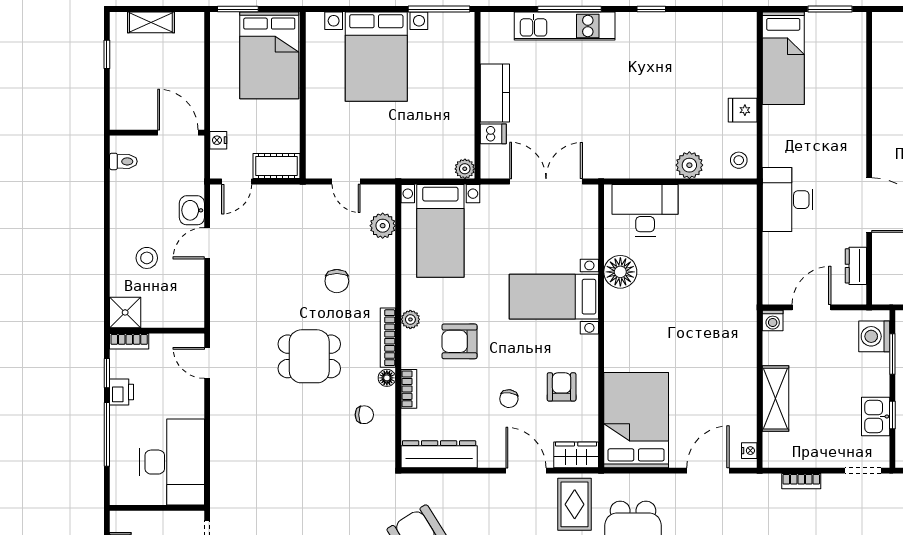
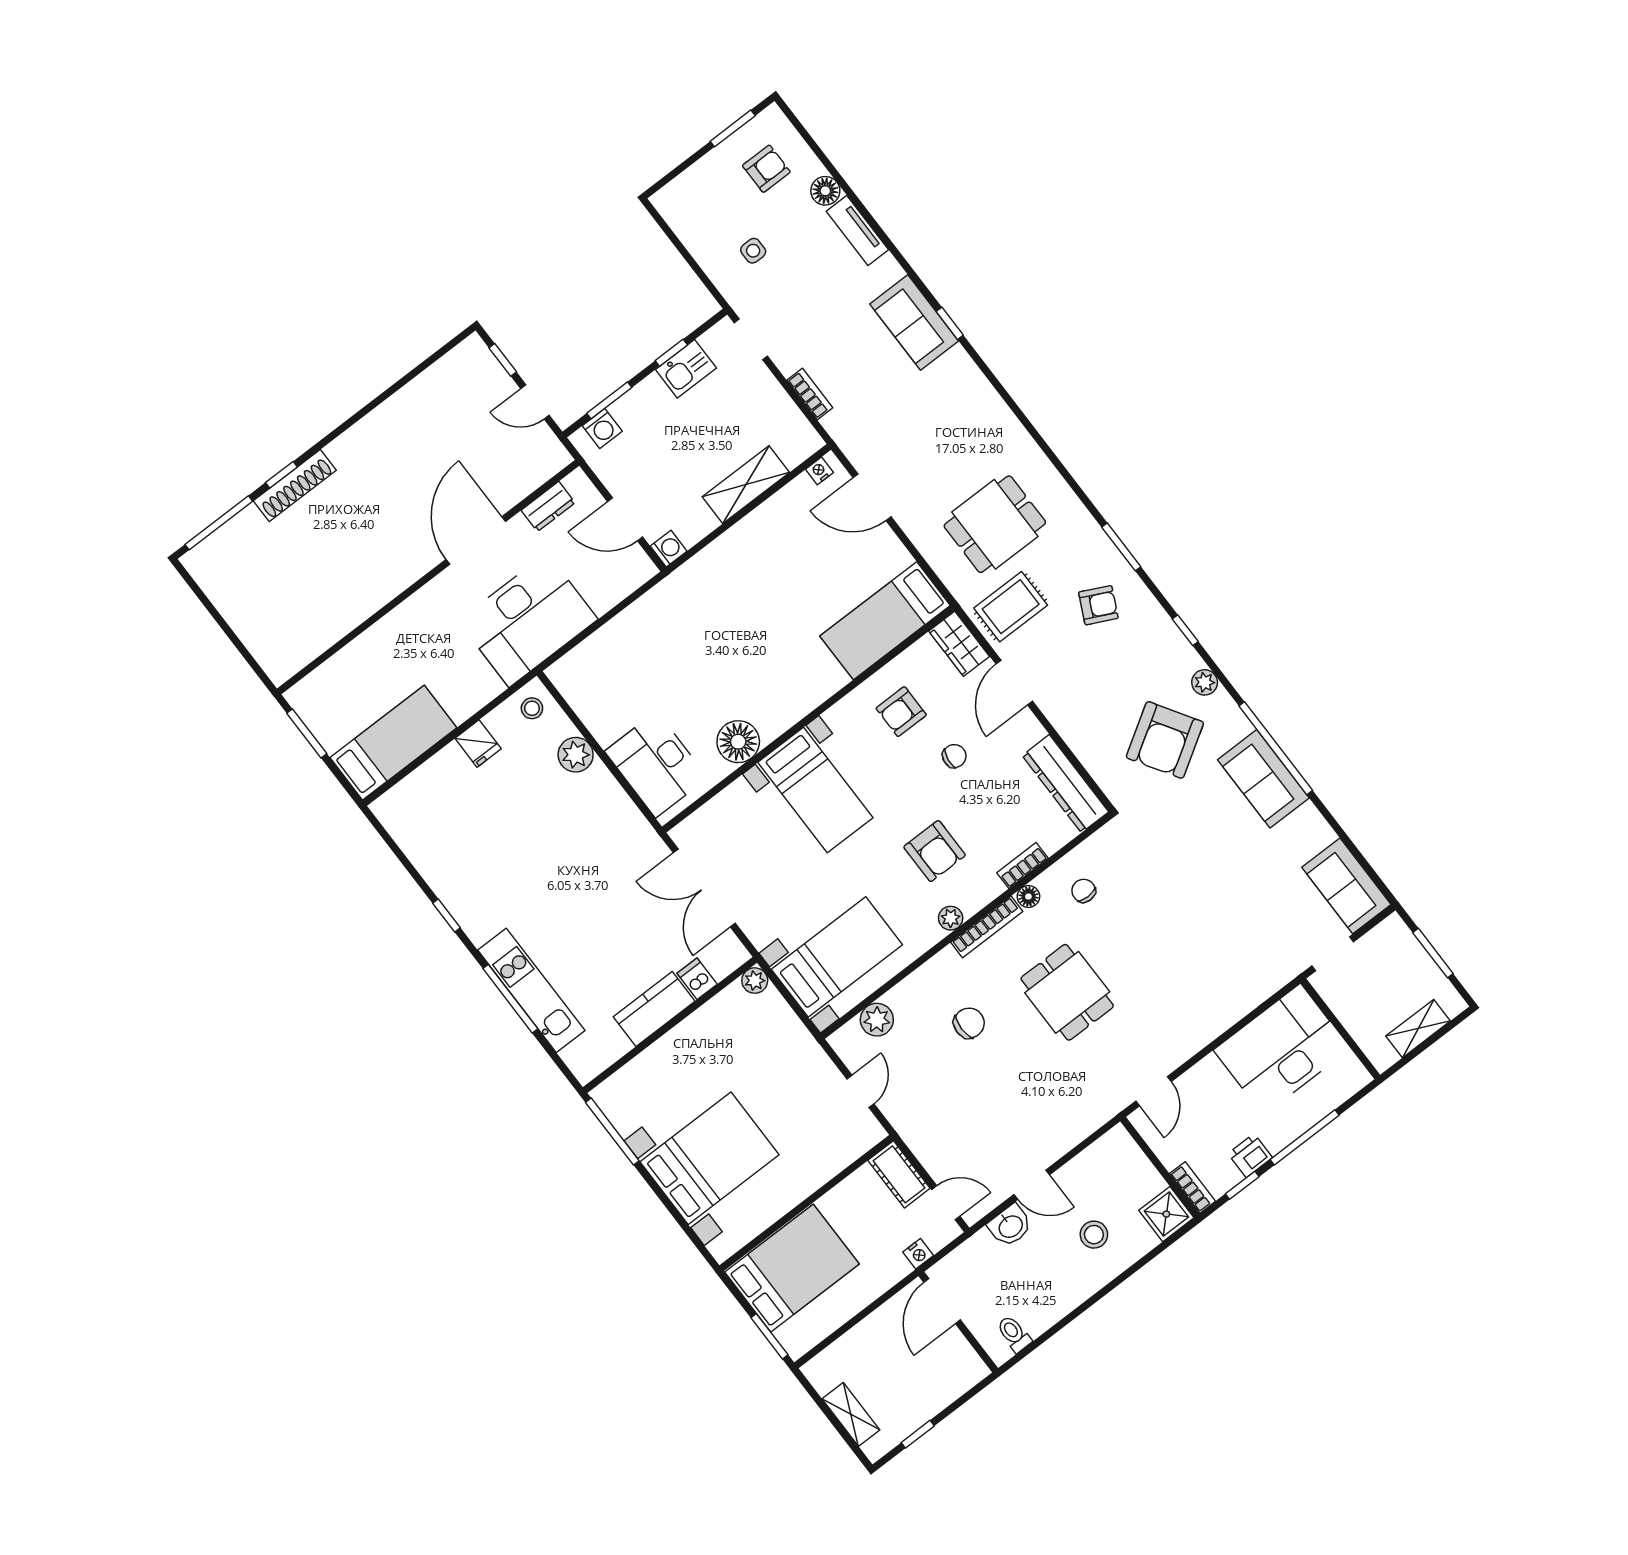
desk: (788, 200) -> (528, 620), width x1.36, depth x1.30
washing machine: (874, 336) -> (602, 428), width x0.73, depth x0.73
bed: (636, 420) -> (885, 621), width x0.67

